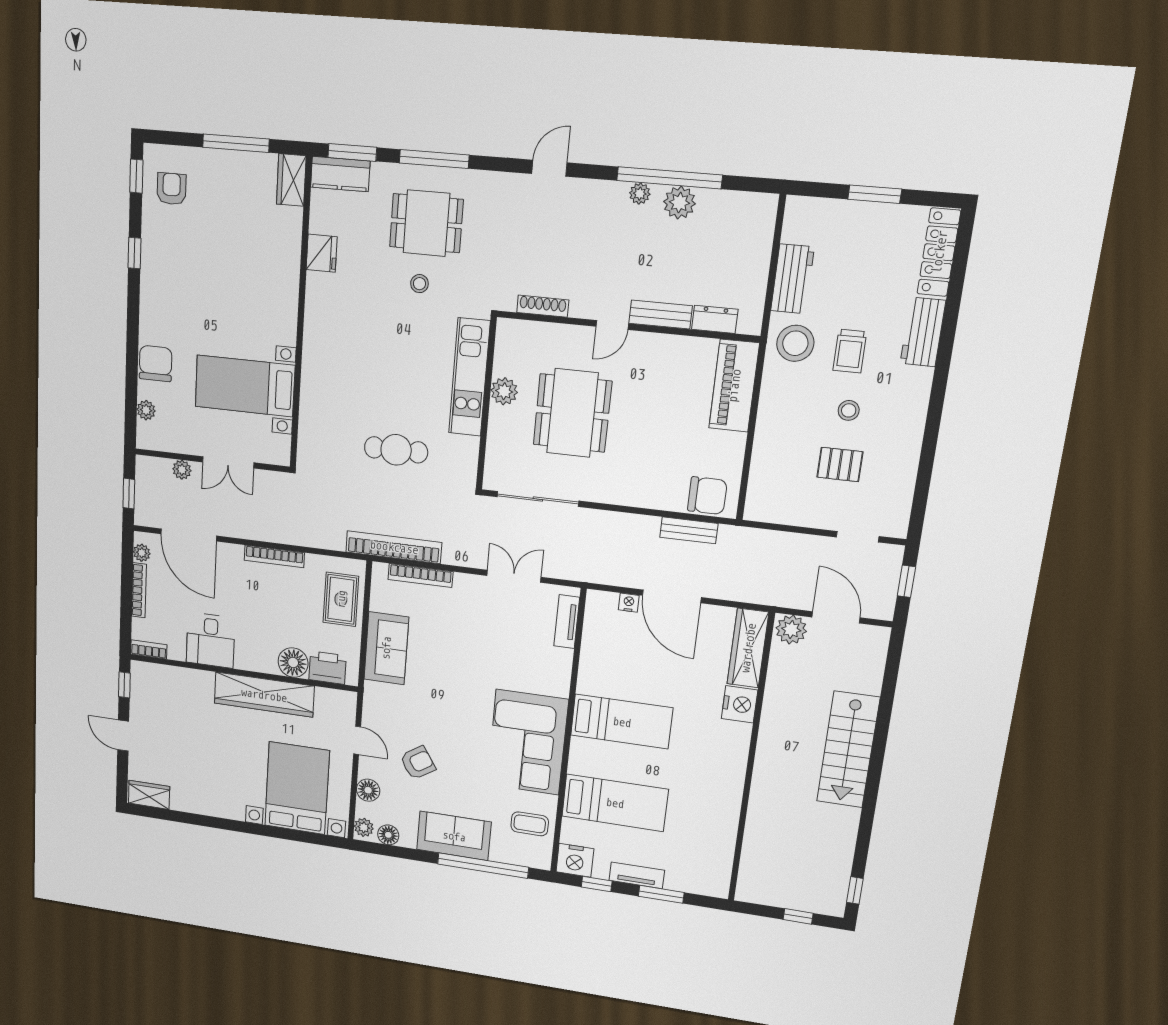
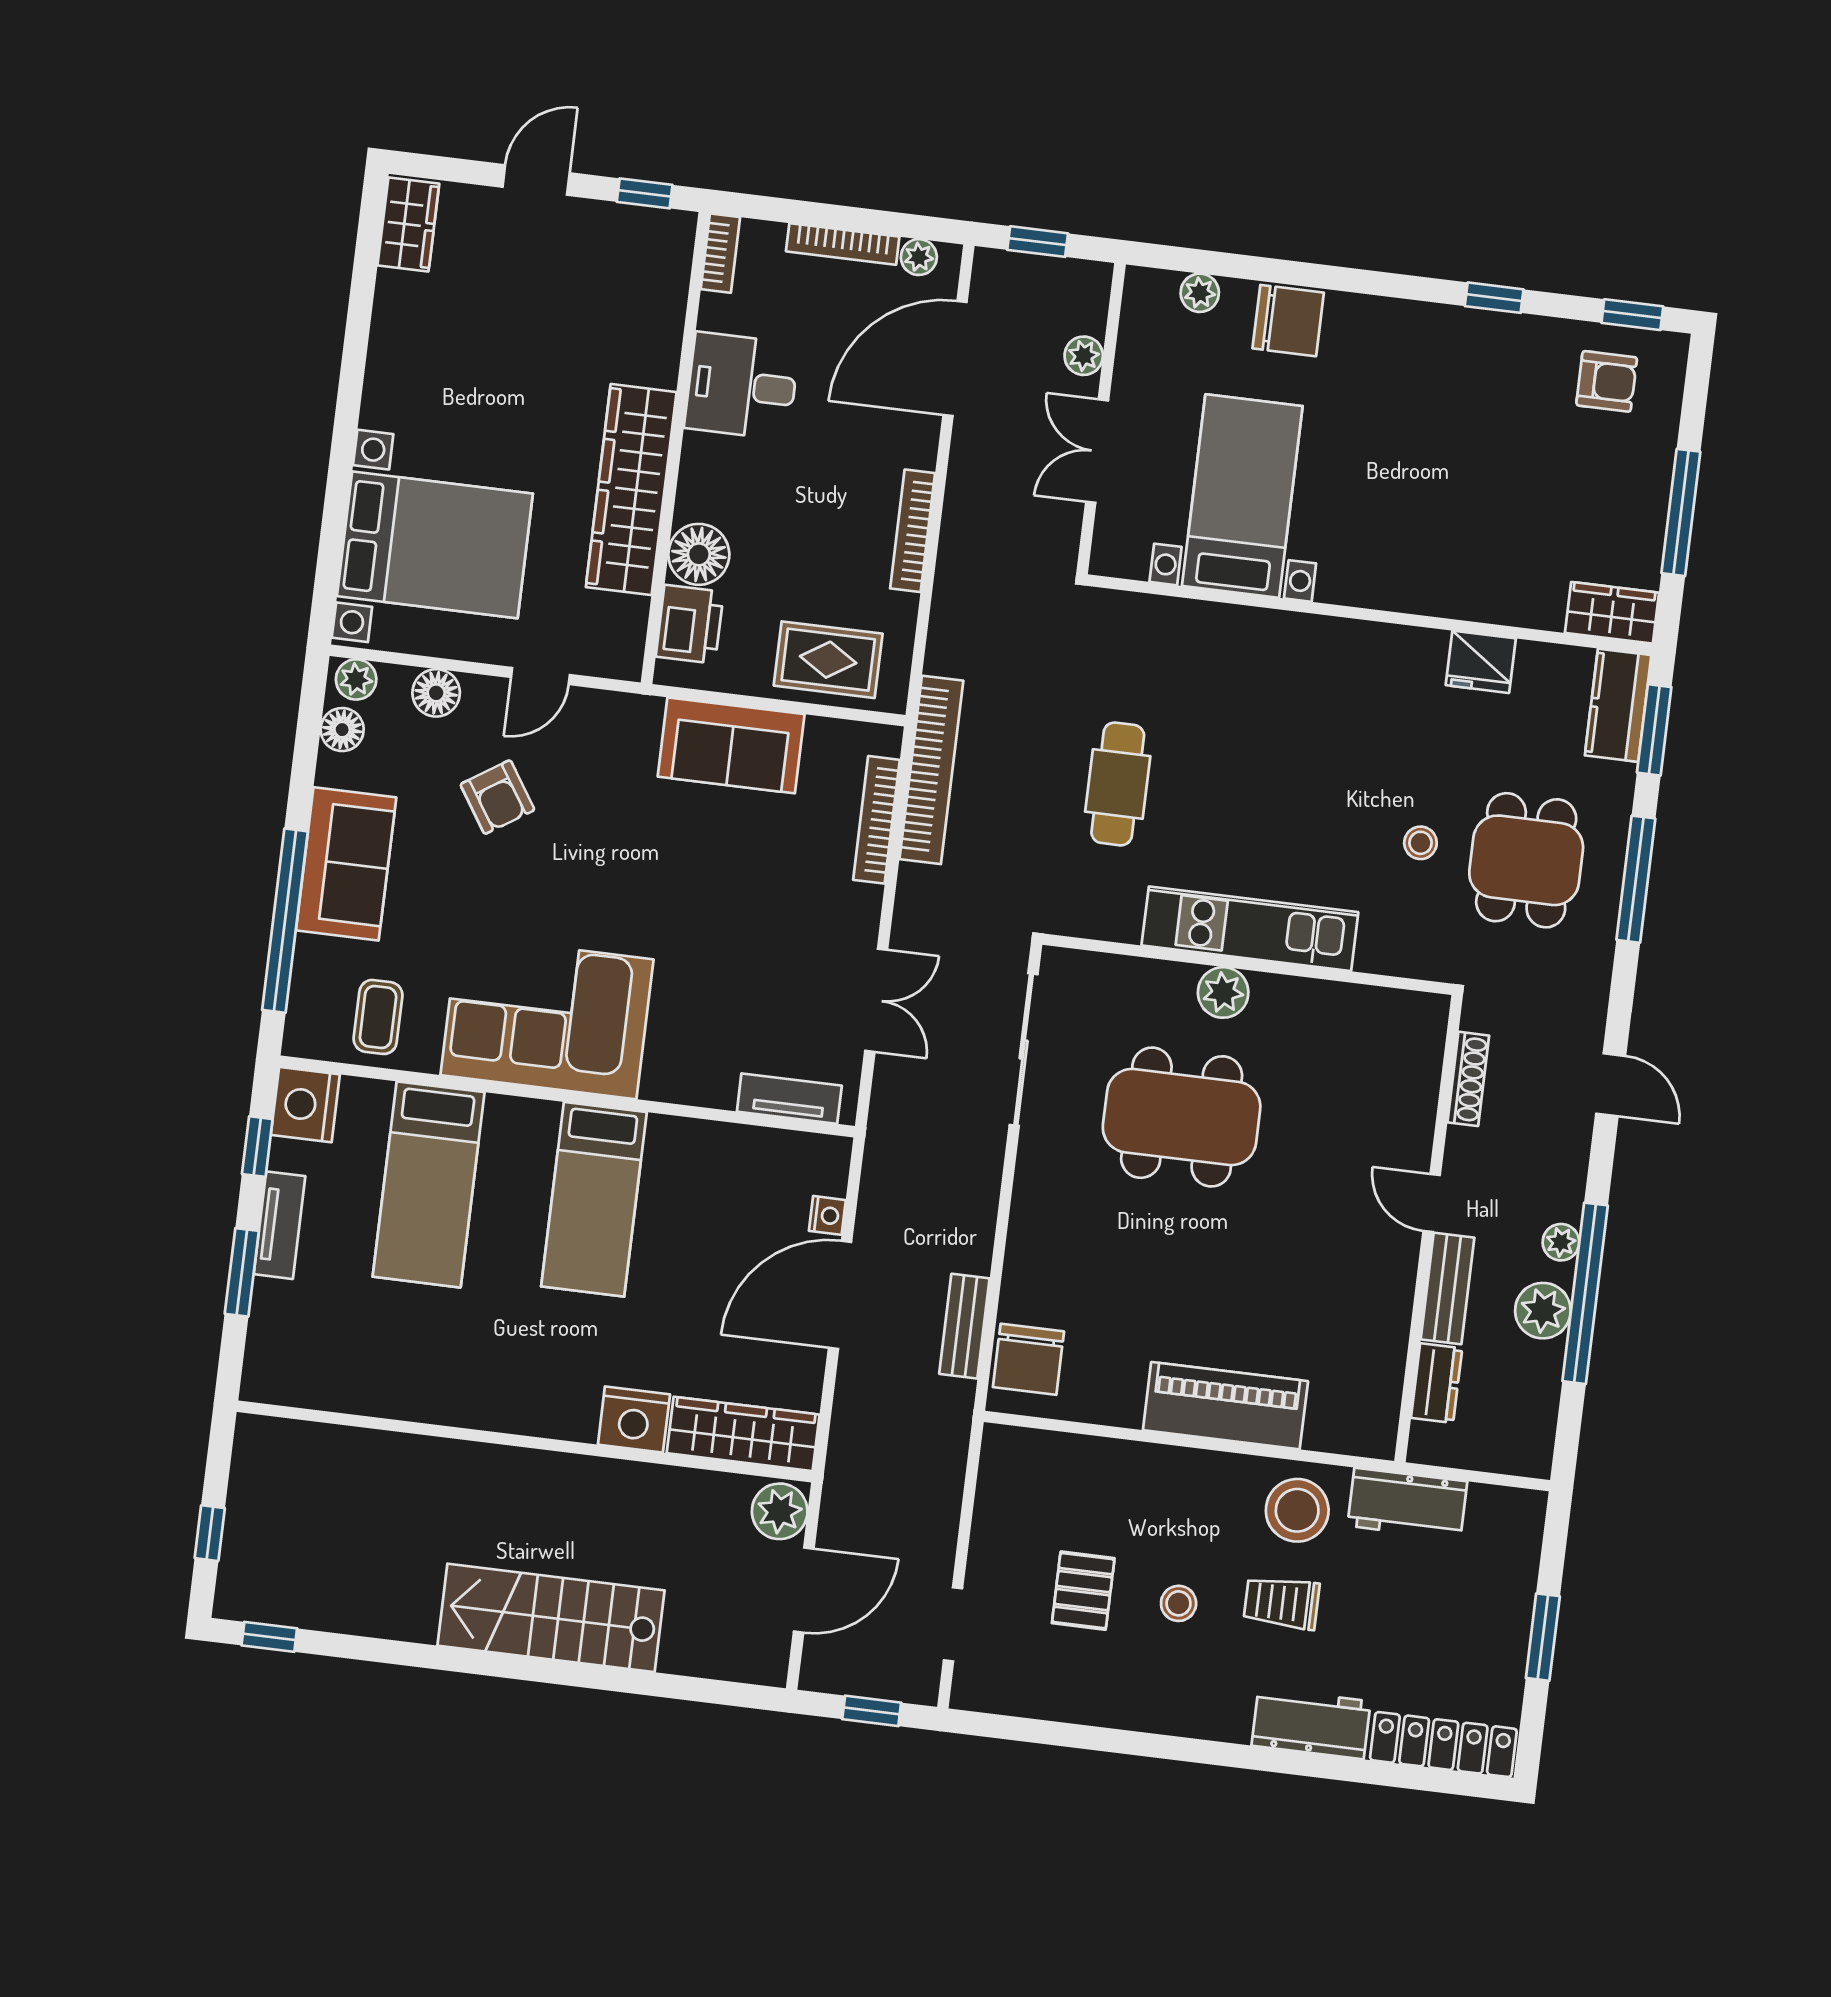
shoe rack: (543, 306) -> (1468, 1079), moved
bench: (660, 315) -> (1448, 1288), moved
dresser: (715, 319) -> (1437, 1383), moved
door: (612, 325) -> (1432, 1203), moved
wall: (627, 326) -> (1428, 1229), moved

